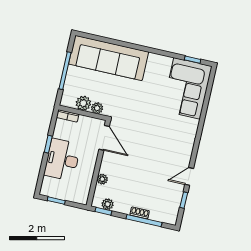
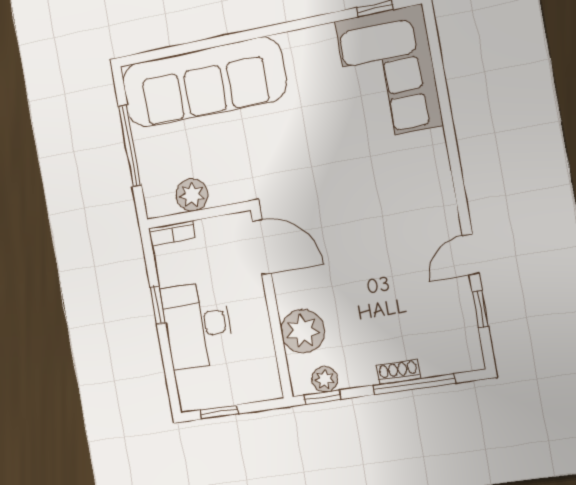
plant: (97, 108) -> (223, 193), removed
plant: (102, 179) -> (303, 331), width x1.87, depth x1.87

